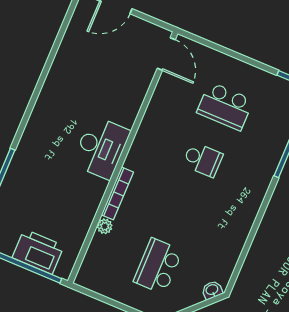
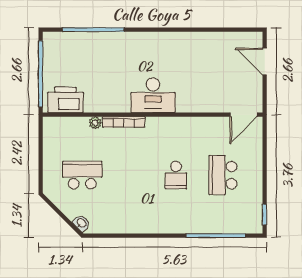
printer: (38, 252) -> (65, 100), moved, turned -90

